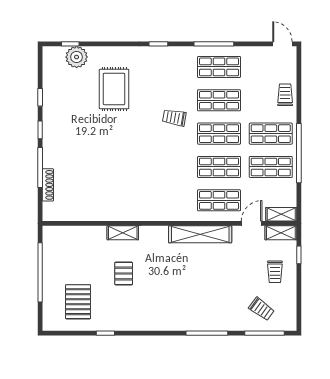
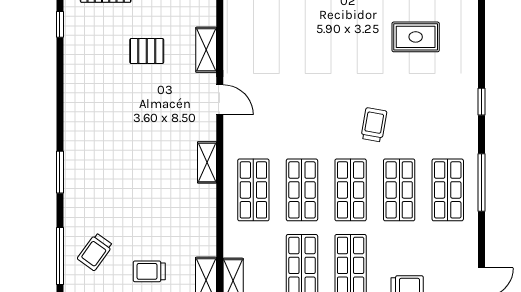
rug: (114, 89) -> (416, 37), width x0.73, depth x0.70
door: (252, 223) -> (220, 100), moved
shelving: (200, 234) -> (207, 162), width x0.45, depth x0.75
window: (207, 333) -> (60, 172), width x0.69

